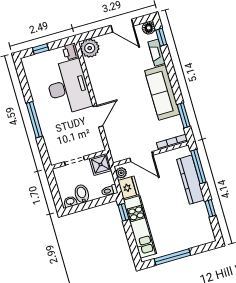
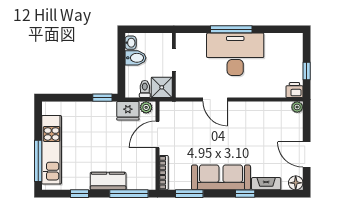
door: (122, 26) -> (307, 154), hinge flipped
window: (161, 37) -> (245, 194), moved
plant: (90, 48) -> (297, 107), width x0.53, depth x0.53
window: (41, 49) -> (307, 71), moved
desk: (68, 87) -> (235, 54), moved, turned 180
kitchen counter: (191, 180) -> (108, 181), width x0.67
toilet: (109, 191) -> (145, 89), moved
kitchen unit: (140, 227) -> (52, 150), moved, turned -90
window: (172, 257) -> (38, 161), moved

